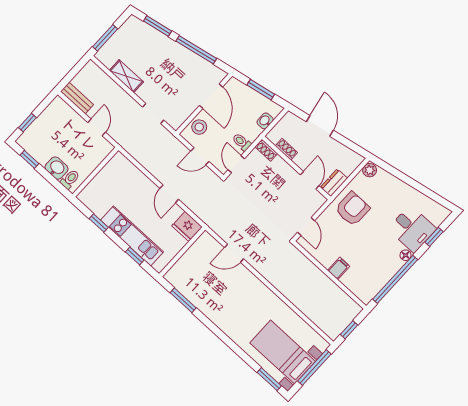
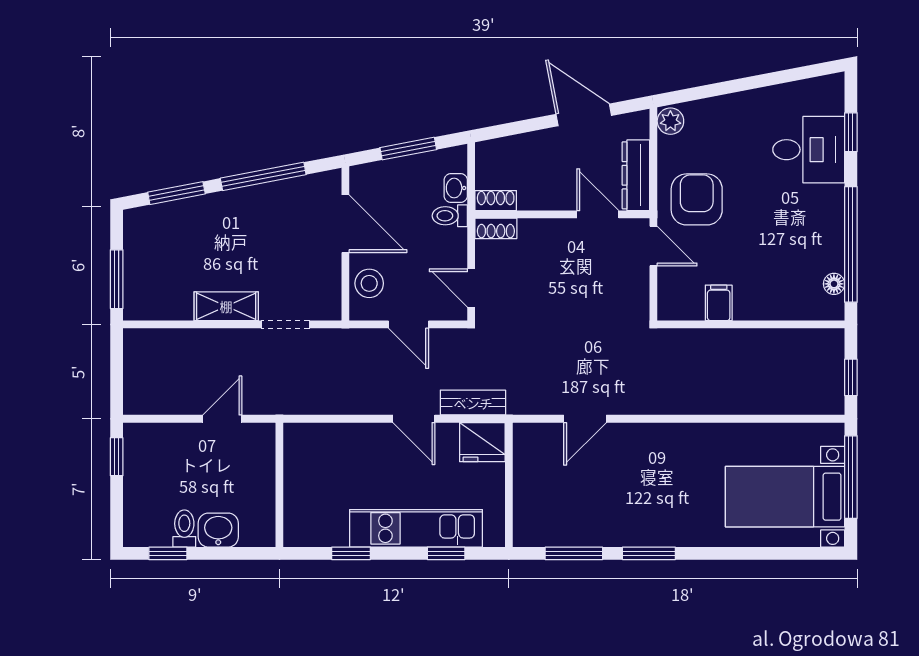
shelving: (126, 76) -> (226, 306), moved
bench: (77, 98) -> (473, 403), moved
window: (27, 123) -> (117, 457), moved
door: (320, 126) -> (584, 115), moved
door: (97, 127) -> (222, 419), hinge flipped
toilet: (242, 142) -> (450, 216), moved
shoe rack: (286, 149) -> (496, 201), moved
door: (200, 156) -> (408, 324), hinge flipped
toilet: (70, 179) -> (184, 528), moved
dresser: (334, 183) -> (636, 175), width x1.44
door: (306, 227) -> (653, 246), moved
floor lamp: (406, 255) -> (834, 284), moved
filing cabinet: (339, 268) -> (719, 303), moved
window: (269, 379) -> (649, 553), moved

